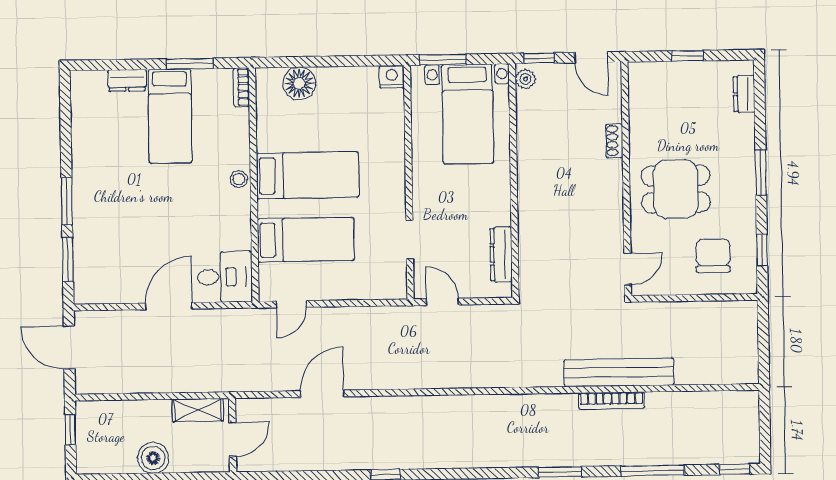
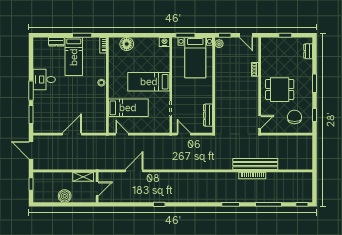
bed: (308, 175) -> (149, 82), moved, turned 180
desk: (225, 277) -> (44, 80), moved, turned 180
door: (291, 304) -> (122, 134), swing flipped

